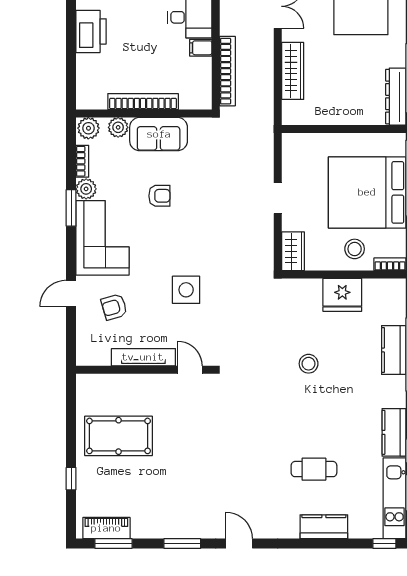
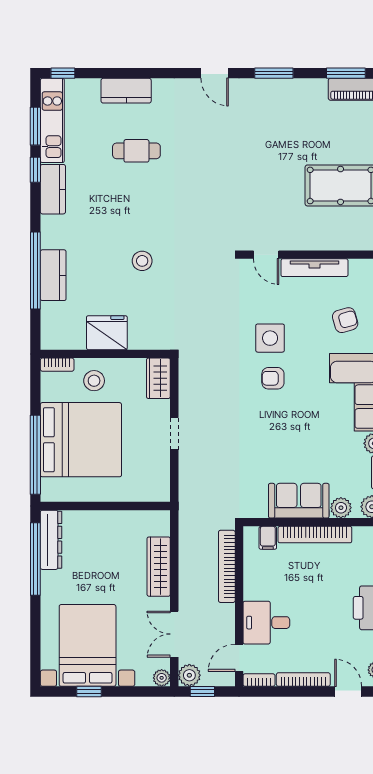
filing cabinet: (201, 48) -> (268, 538), moved, turned 90
armchair: (159, 196) -> (273, 378), moved

